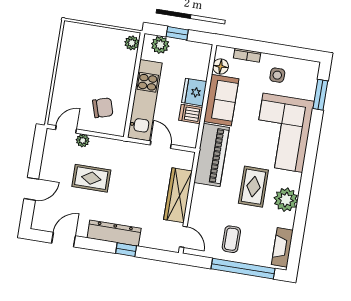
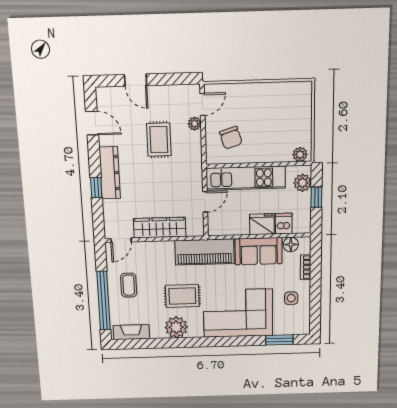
dishwasher: (191, 114) -> (284, 224), moved
door: (66, 129) -> (202, 104), hinge flipped
coffee table: (231, 239) -> (129, 285), turned 90

